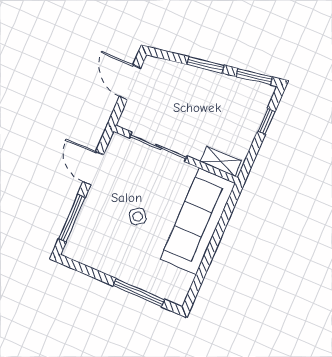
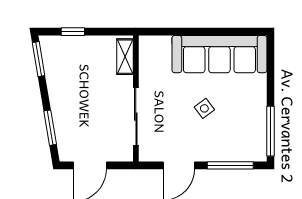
window: (206, 65) -> (50, 128), moved
sofa: (198, 221) -> (219, 54), moved
window: (139, 293) -> (270, 131), moved

